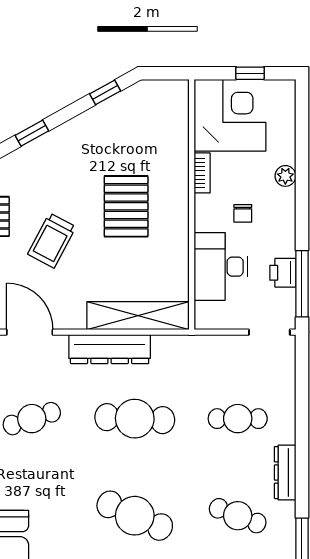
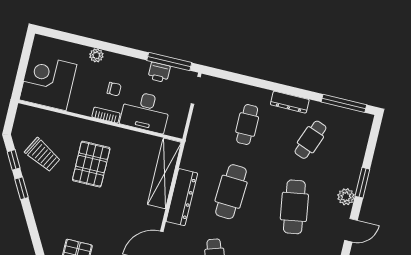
window: (250, 73) -> (24, 62), removed
window: (32, 133) -> (21, 188), moved
bookcase: (202, 173) -> (106, 115), moved
pallet: (126, 206) -> (91, 164), turned 90
trolley: (52, 240) -> (43, 155), moved
cafe table: (135, 516) -> (294, 207), turned -33

